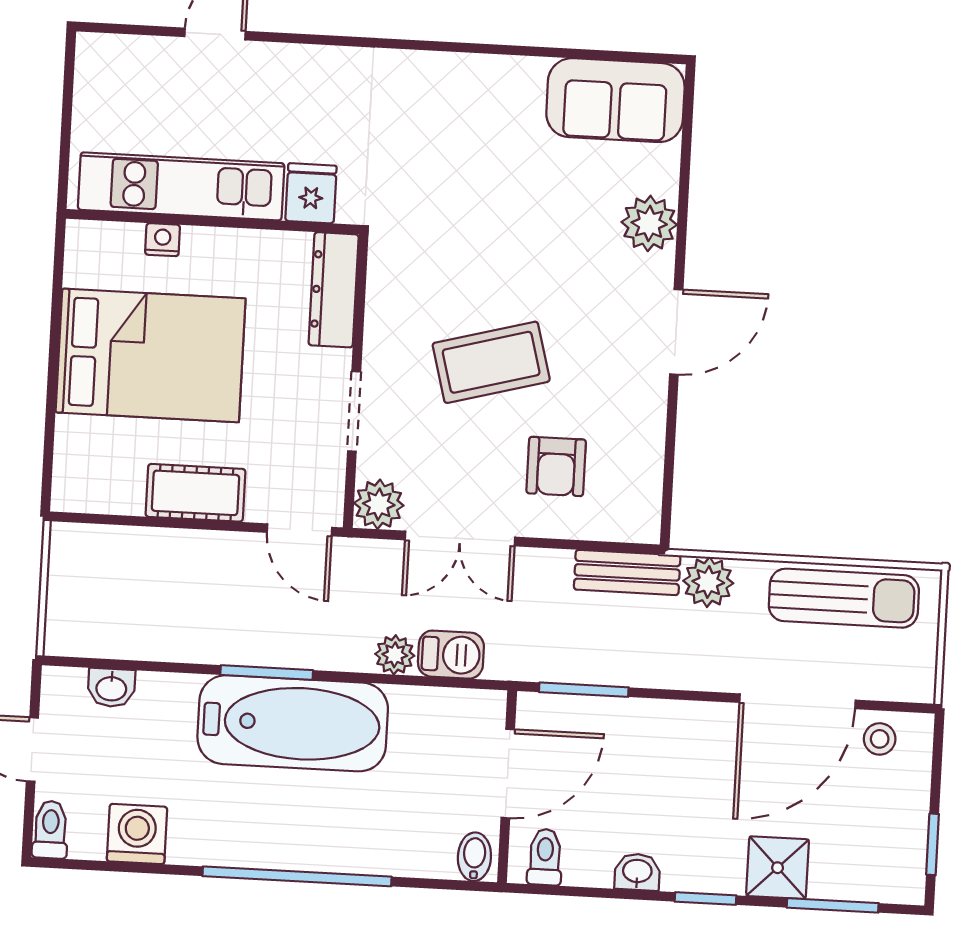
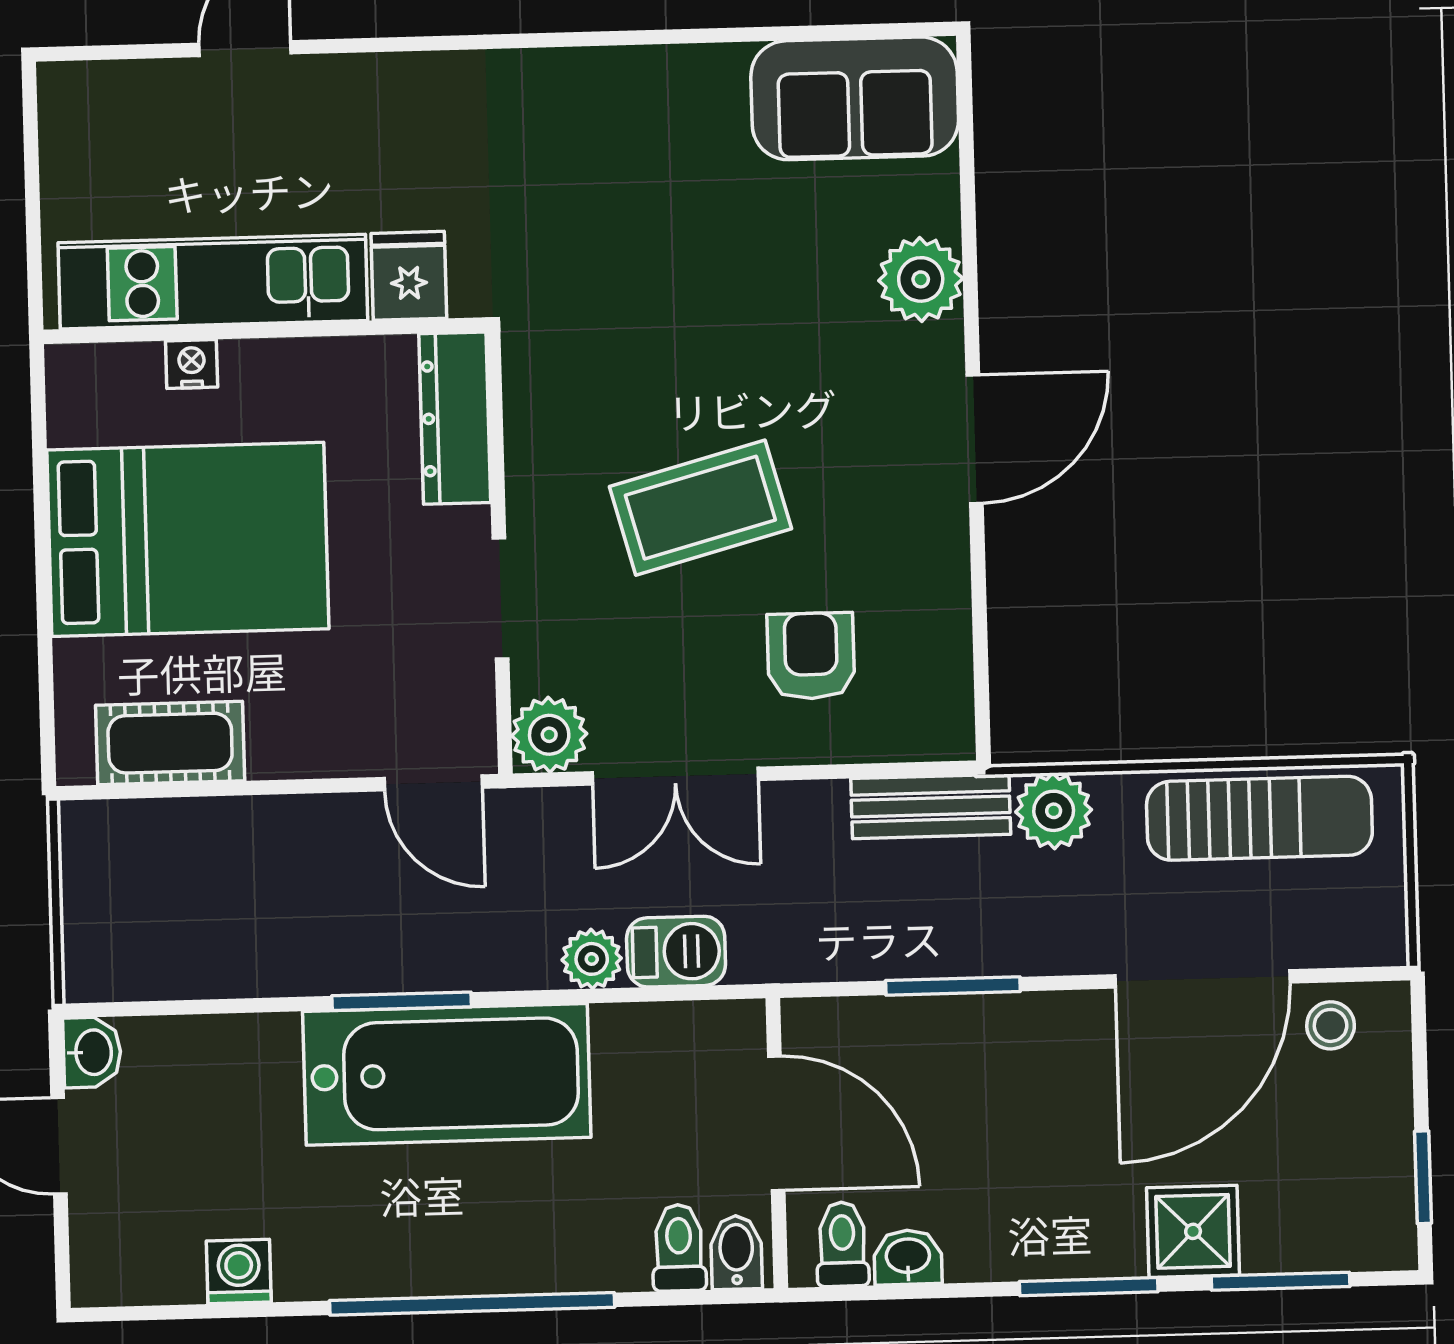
armchair: (556, 466) -> (811, 656), turned 180
cot: (195, 493) -> (170, 743), moved
washbasin: (111, 688) -> (92, 1052), moved, turned -90
window: (584, 690) -> (953, 986), moved
door: (508, 774) -> (776, 1123), hinge flipped
toilet: (50, 830) -> (679, 1248), moved
washing machine: (137, 834) -> (239, 1272), width x0.73, depth x0.73
washbasin: (637, 872) -> (908, 1257), moved
window: (705, 899) -> (1089, 1287), width x1.50

